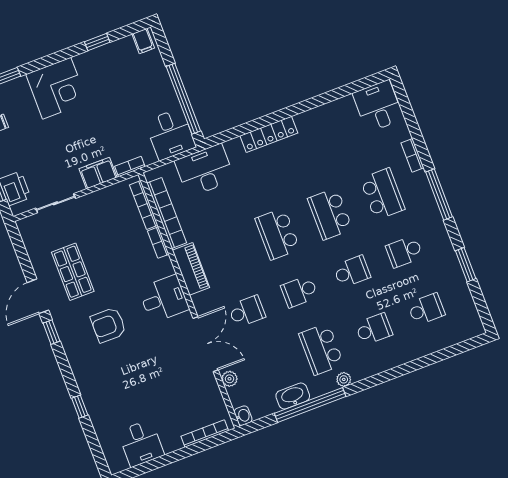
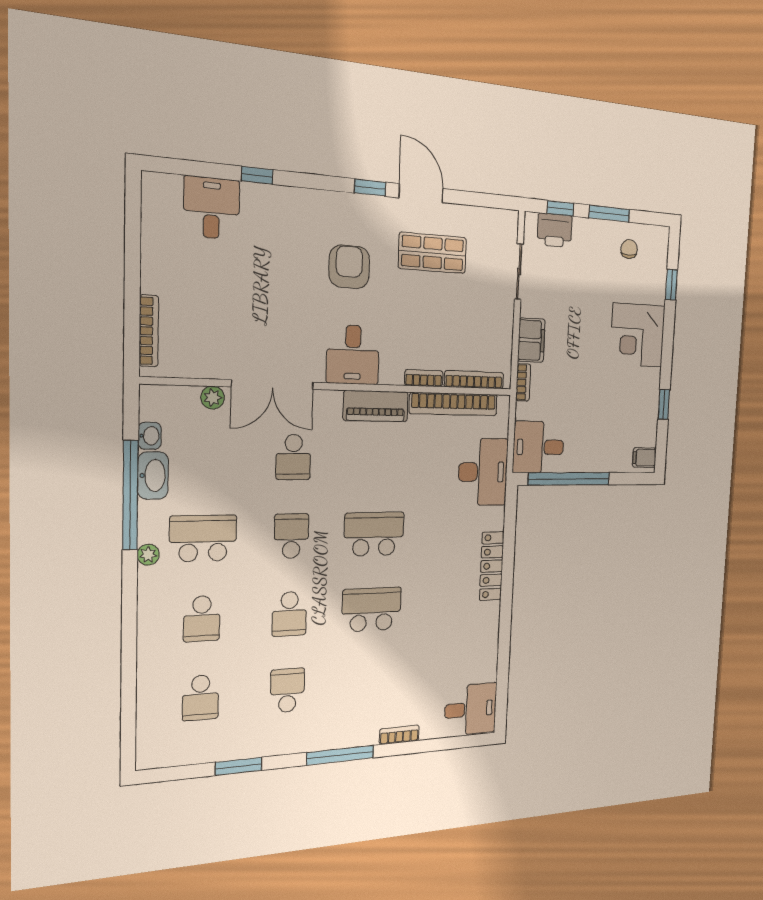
school desk: (382, 194) -> (369, 684), removed
washbasin: (243, 416) -> (150, 436), moved, turned -90
desk: (141, 443) -> (212, 208), moved, turned 90

